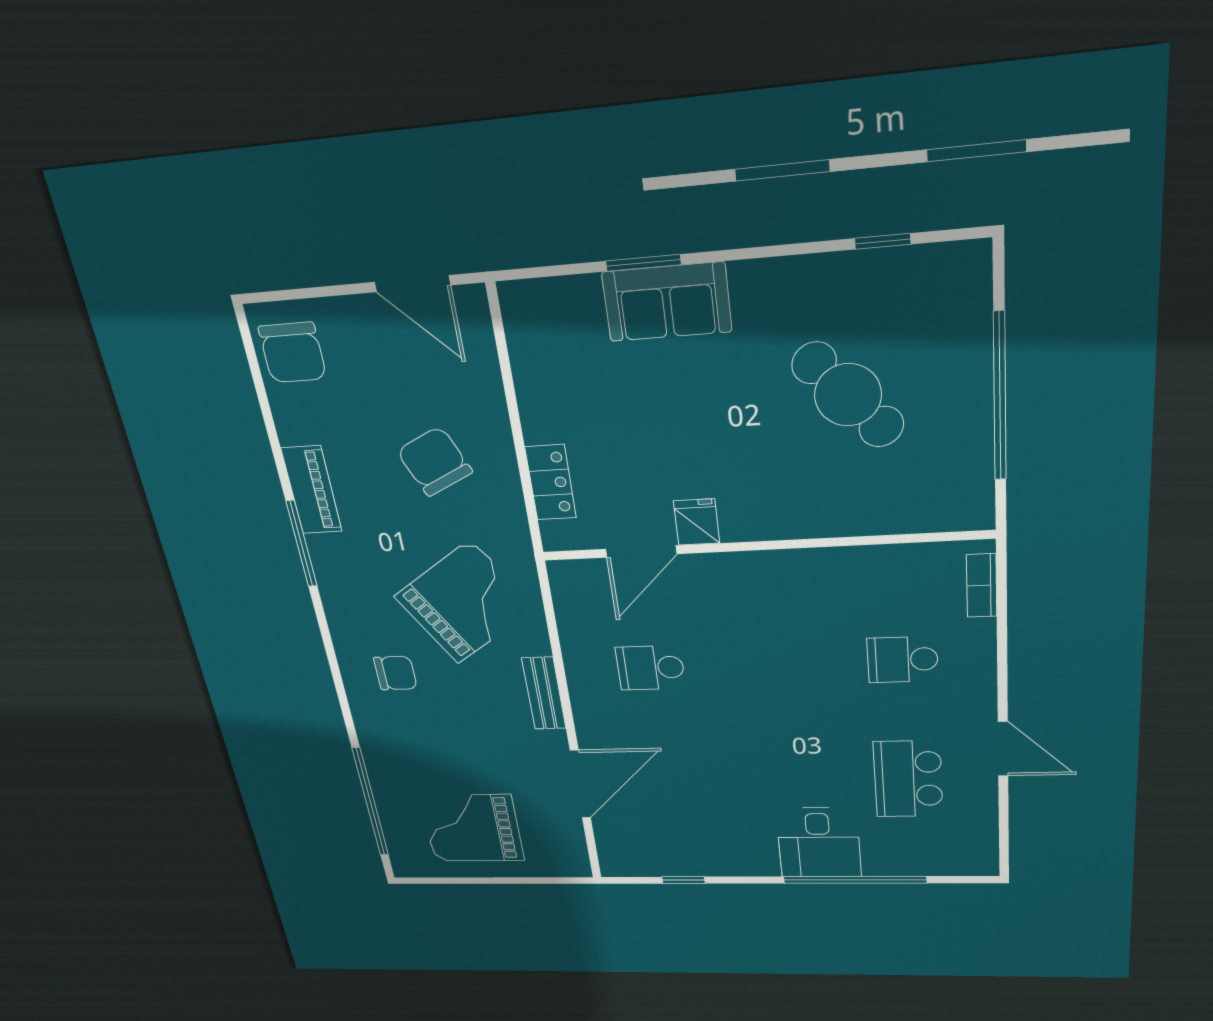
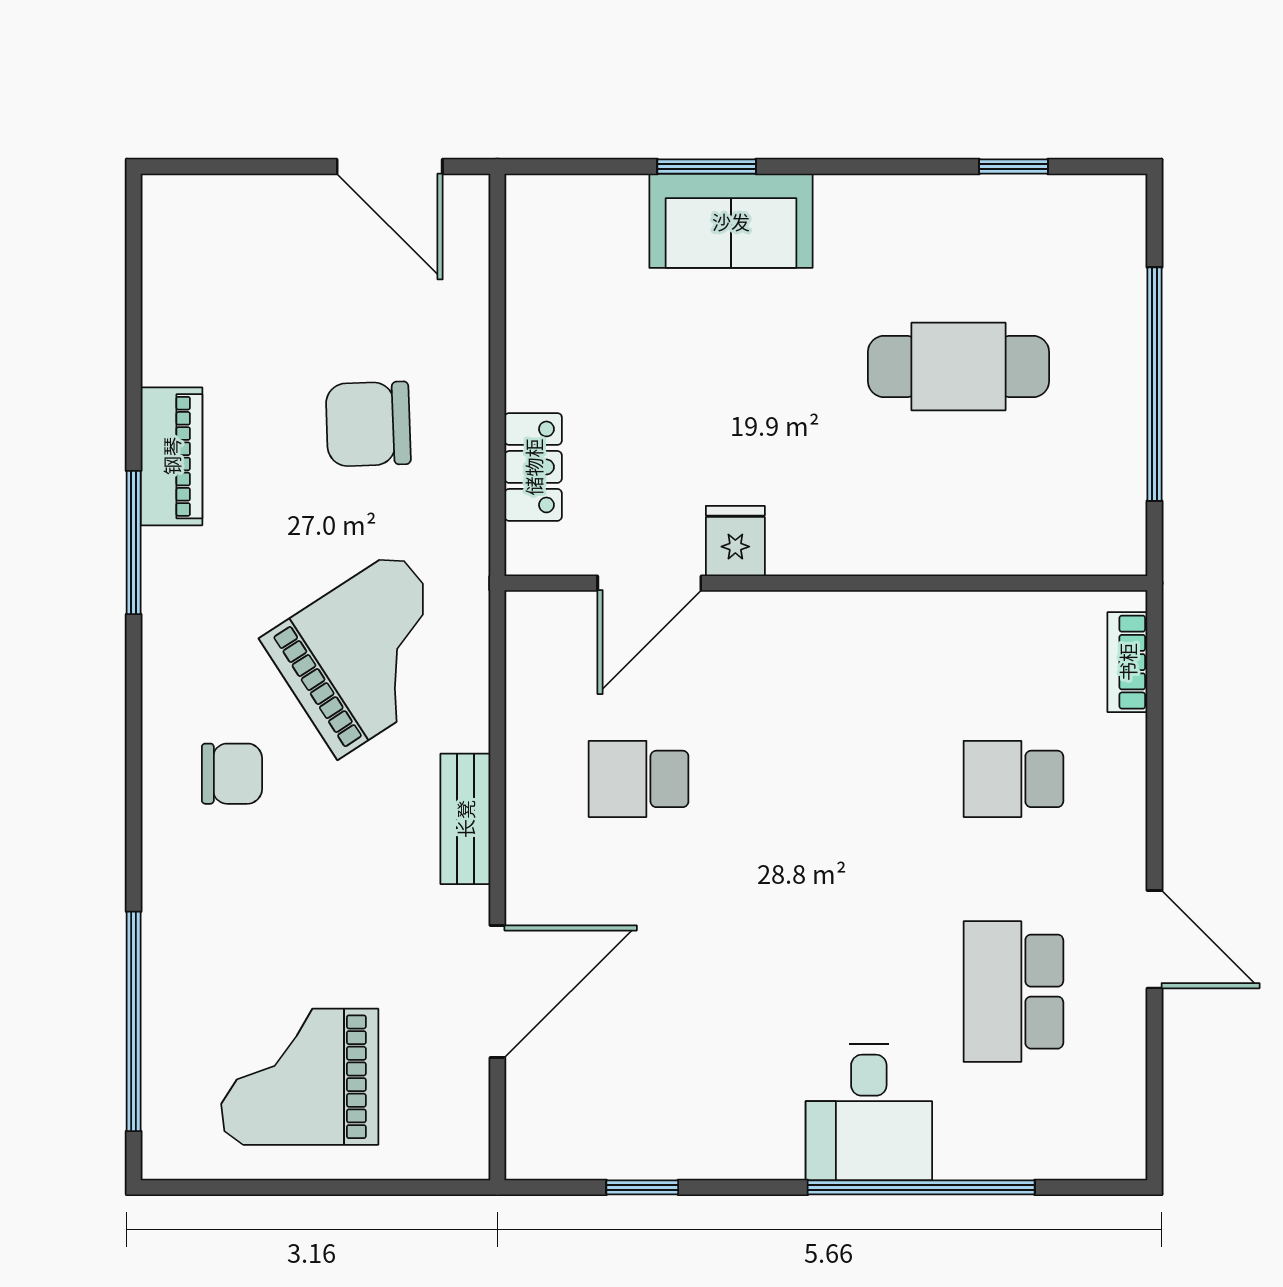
chair: (292, 353) -> (196, 248), removed
cafe table: (848, 395) -> (958, 367), turned -49
chair: (434, 462) -> (368, 424), turned -67

